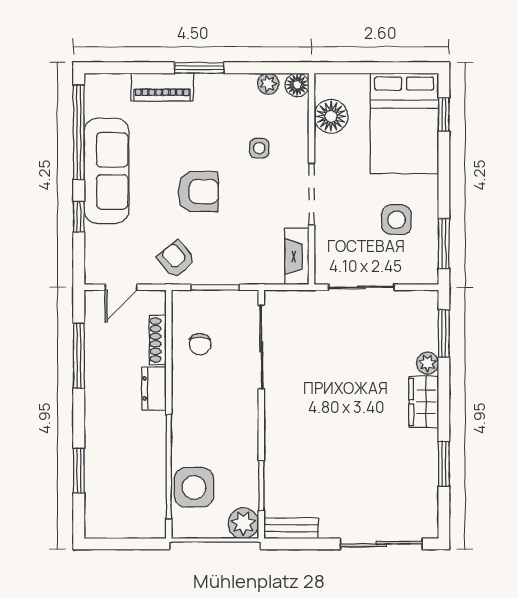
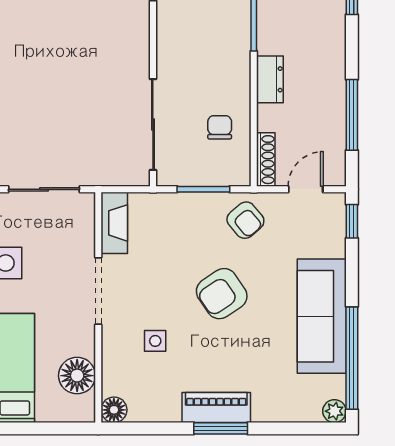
plant: (268, 84) -> (334, 411), moved
piano: (162, 87) -> (216, 408), moved
armchair: (198, 192) -> (222, 294), turned -34
window: (79, 217) -> (352, 221), moved
shoe rack: (158, 340) -> (266, 160), moved

